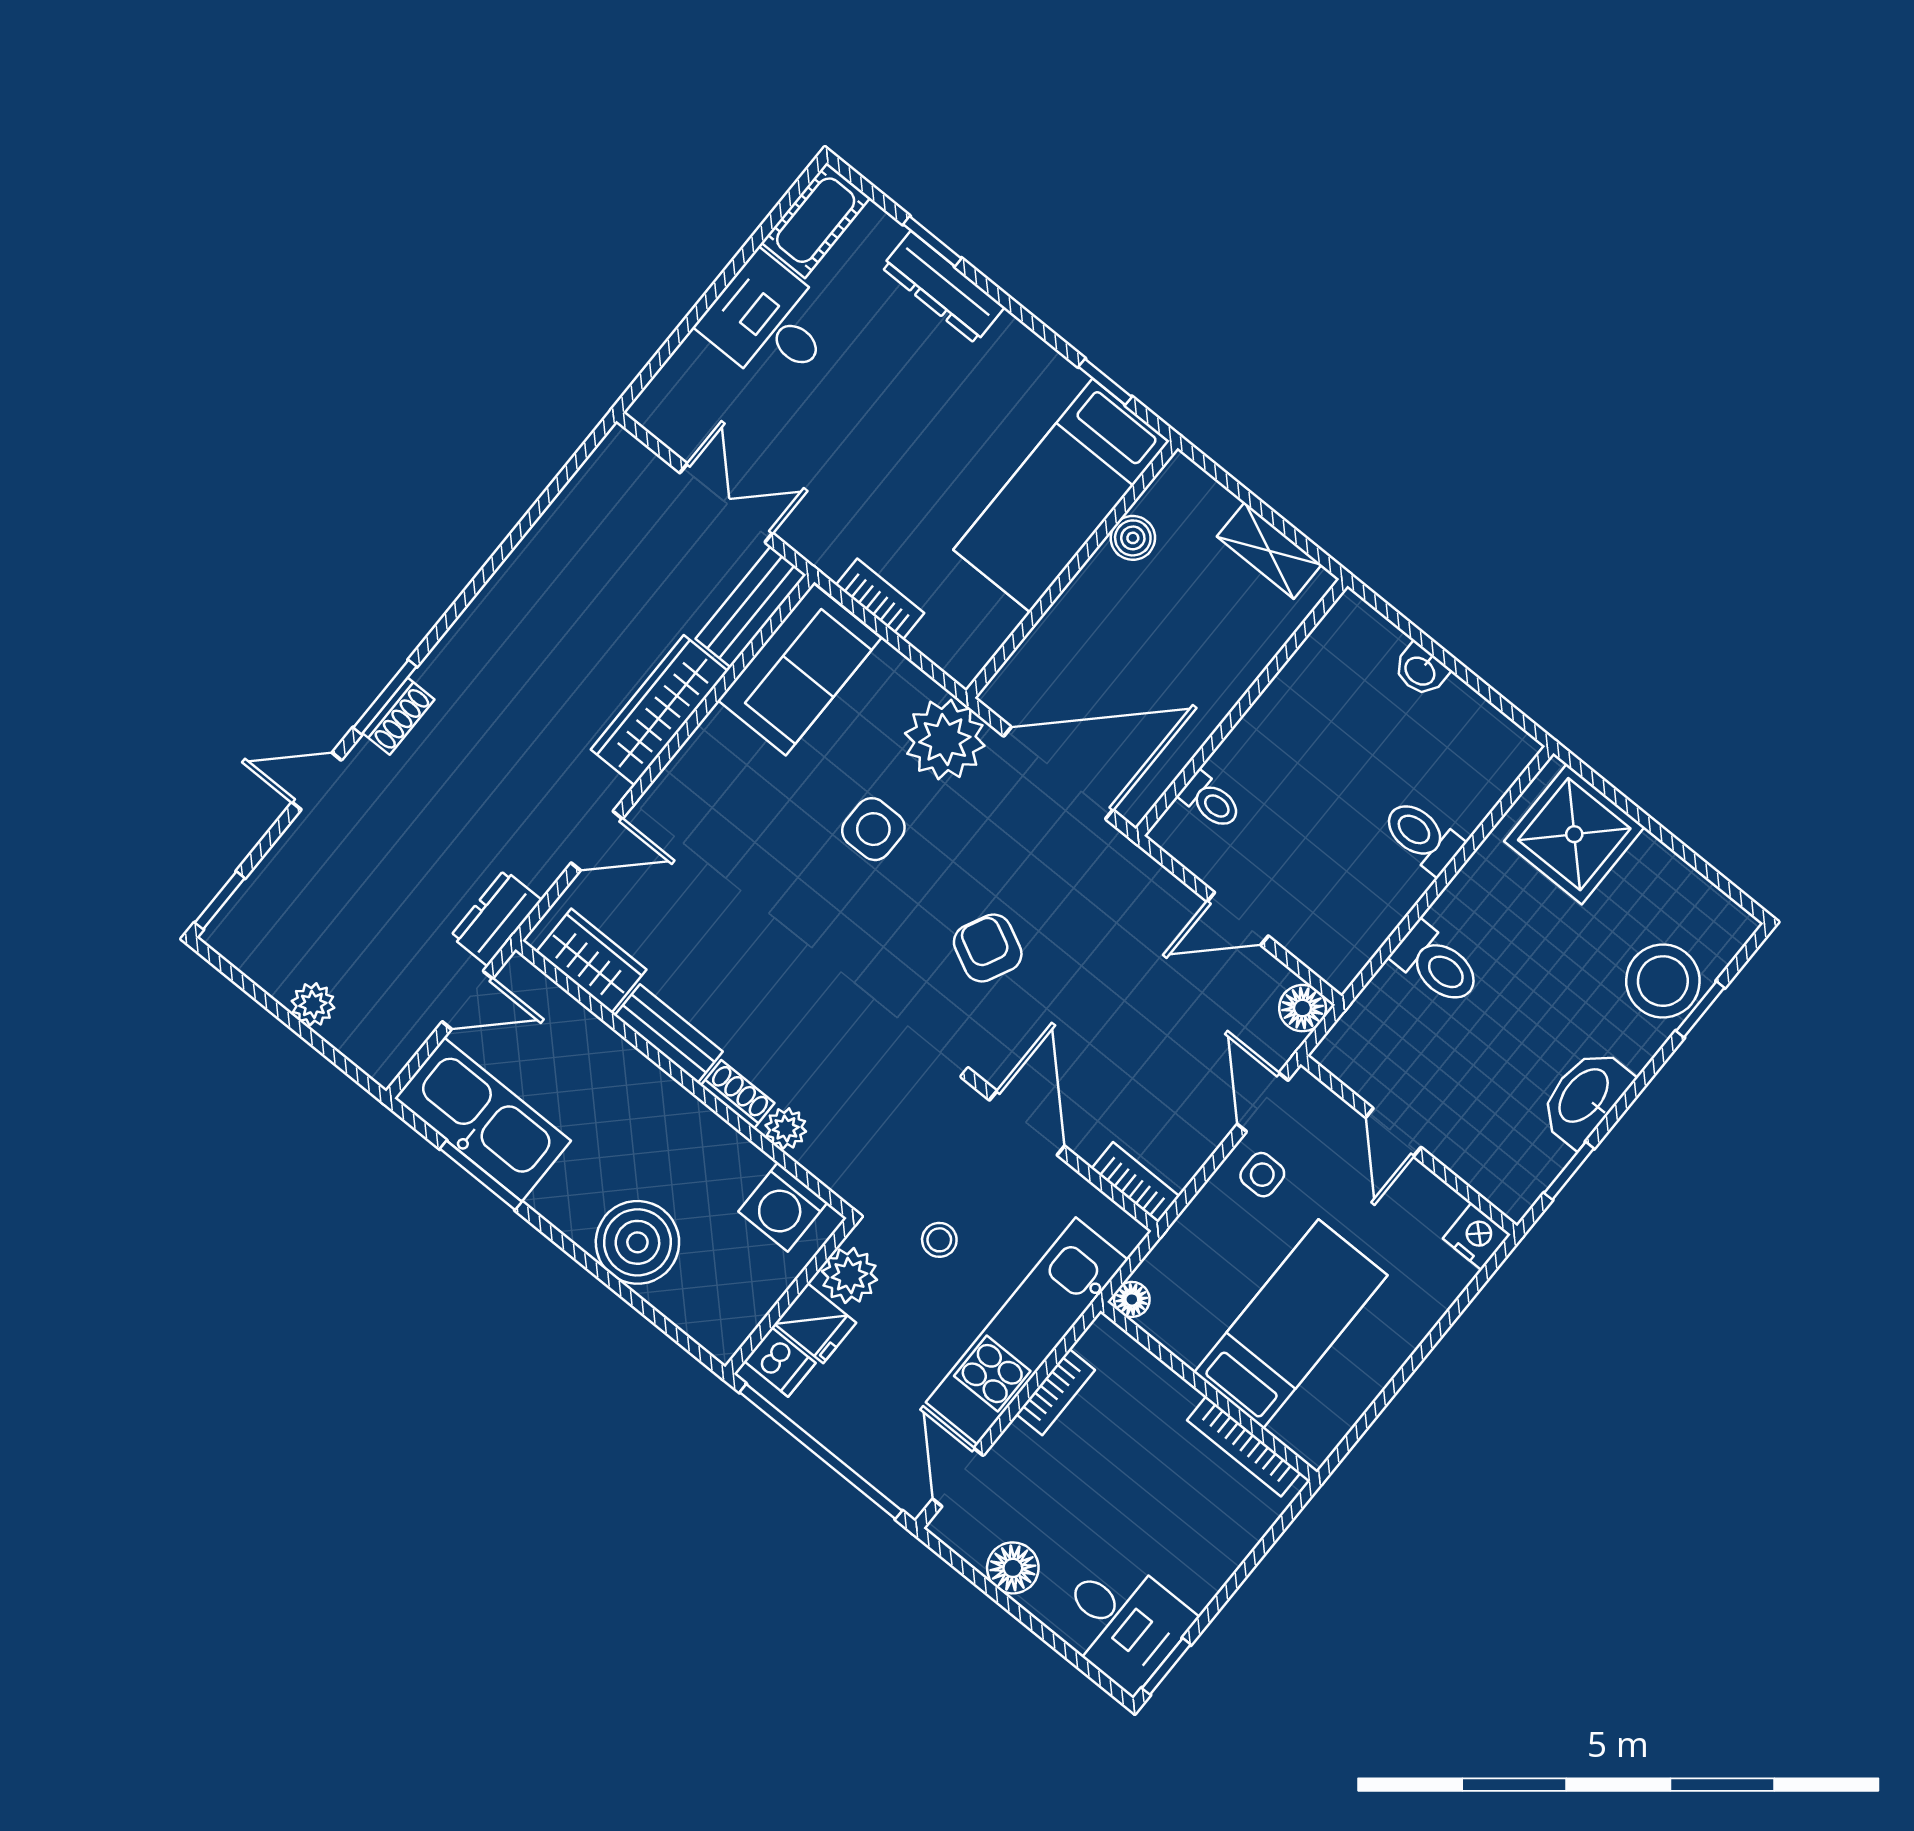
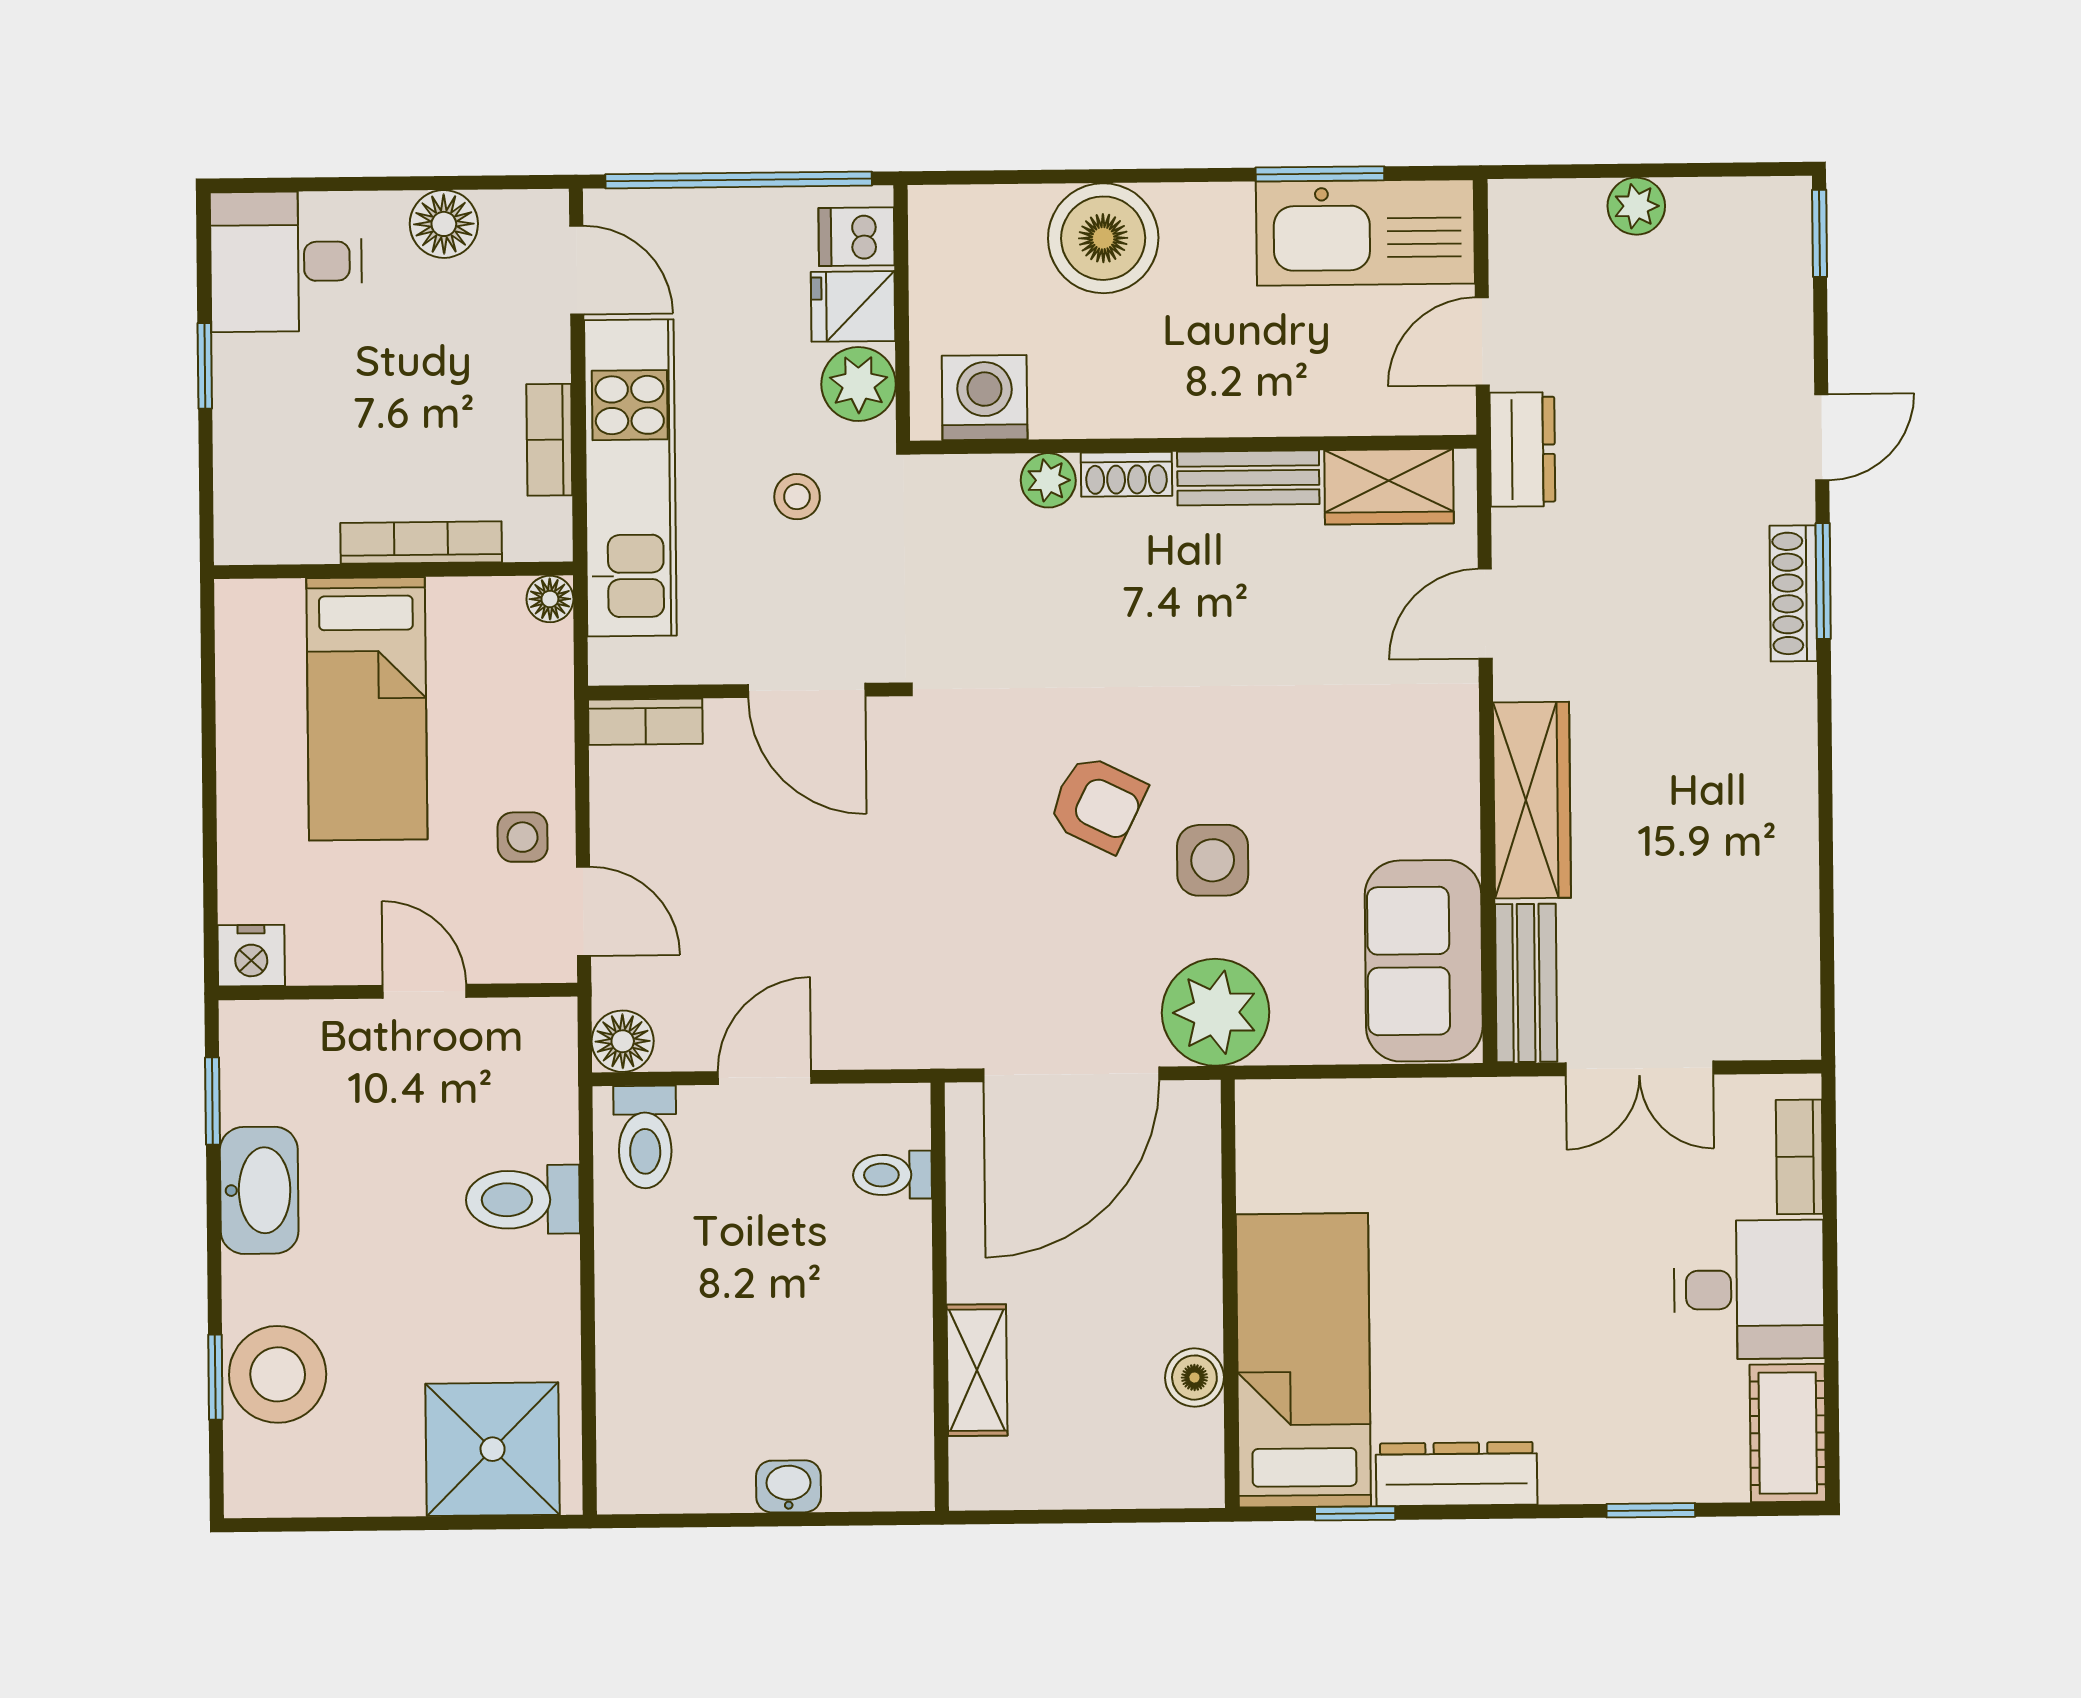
dresser: (943, 287) -> (1457, 1474), moved
shelving: (1269, 551) -> (977, 1370), moved, turned 90
bookcase: (880, 599) -> (1799, 1157), moved, turned 90
shoe rack: (399, 716) -> (1793, 593), width x1.43
toilet: (1422, 836) -> (645, 1137), moved, turned 90
armchair: (988, 948) -> (1097, 804), moved
bookcase: (1244, 1446) -> (421, 543), moved
window: (1166, 1666) -> (205, 366), moved

